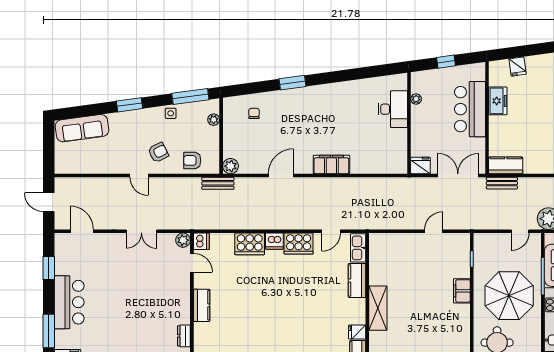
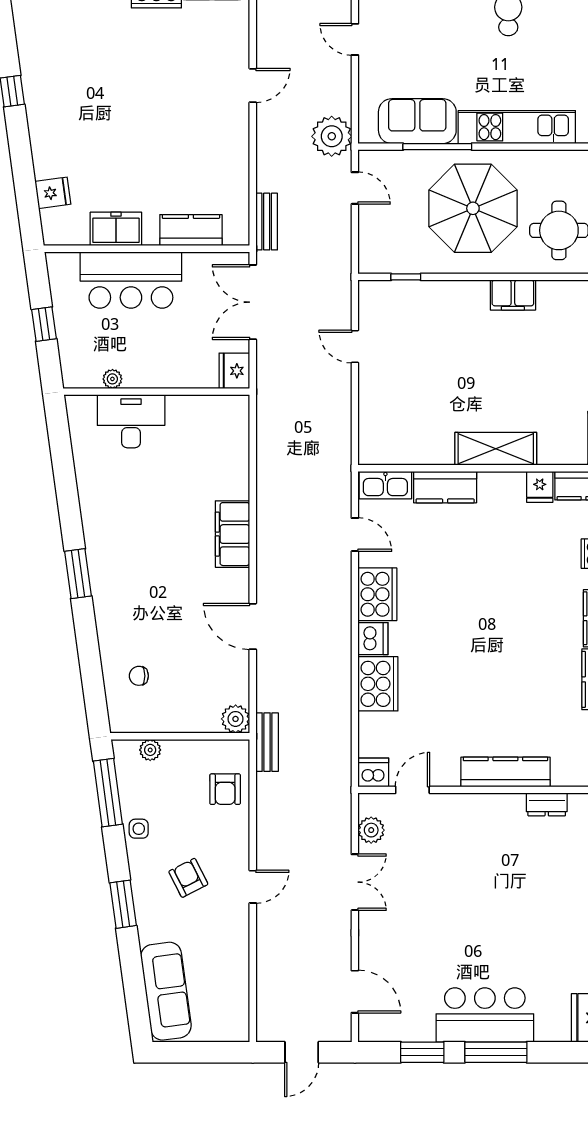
window: (292, 83) -> (78, 574), moved
armchair: (158, 152) -> (188, 878), moved
kitchen counter: (506, 165) -> (191, 230), moved, turned 90
door: (82, 231) -> (355, 992), swing flipped
plant: (183, 240) -> (371, 830), moved
filing cabinet: (462, 291) -> (513, 295), moved
kitchen counter: (202, 305) -> (505, 772), width x1.50
window: (49, 331) -> (496, 1052), moved

